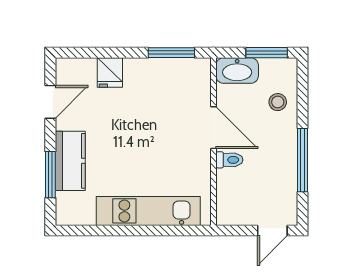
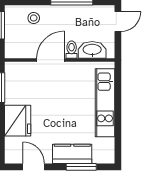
washbasin: (237, 70) -> (92, 50), moved, turned -90
fridge: (110, 72) -> (18, 121), width x1.88, depth x1.34
door: (272, 231) -> (118, 21), hinge flipped

